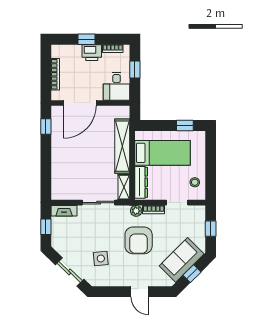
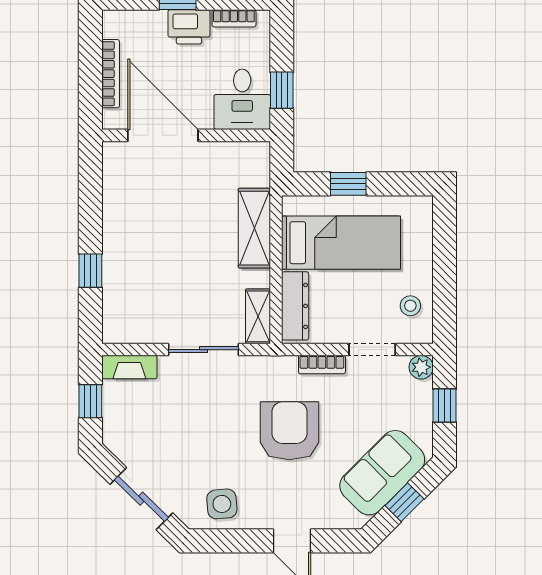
window: (135, 69) -> (282, 90), moved
door: (80, 103) -> (163, 135), swing flipped
window: (46, 126) -> (90, 271), moved
window: (185, 126) -> (348, 184), moved
shelving: (122, 146) -> (254, 228), width x0.68
plant: (136, 211) -> (421, 367), moved
armchair: (139, 240) -> (289, 431), turned 180
side table: (101, 258) -> (222, 504), moved

